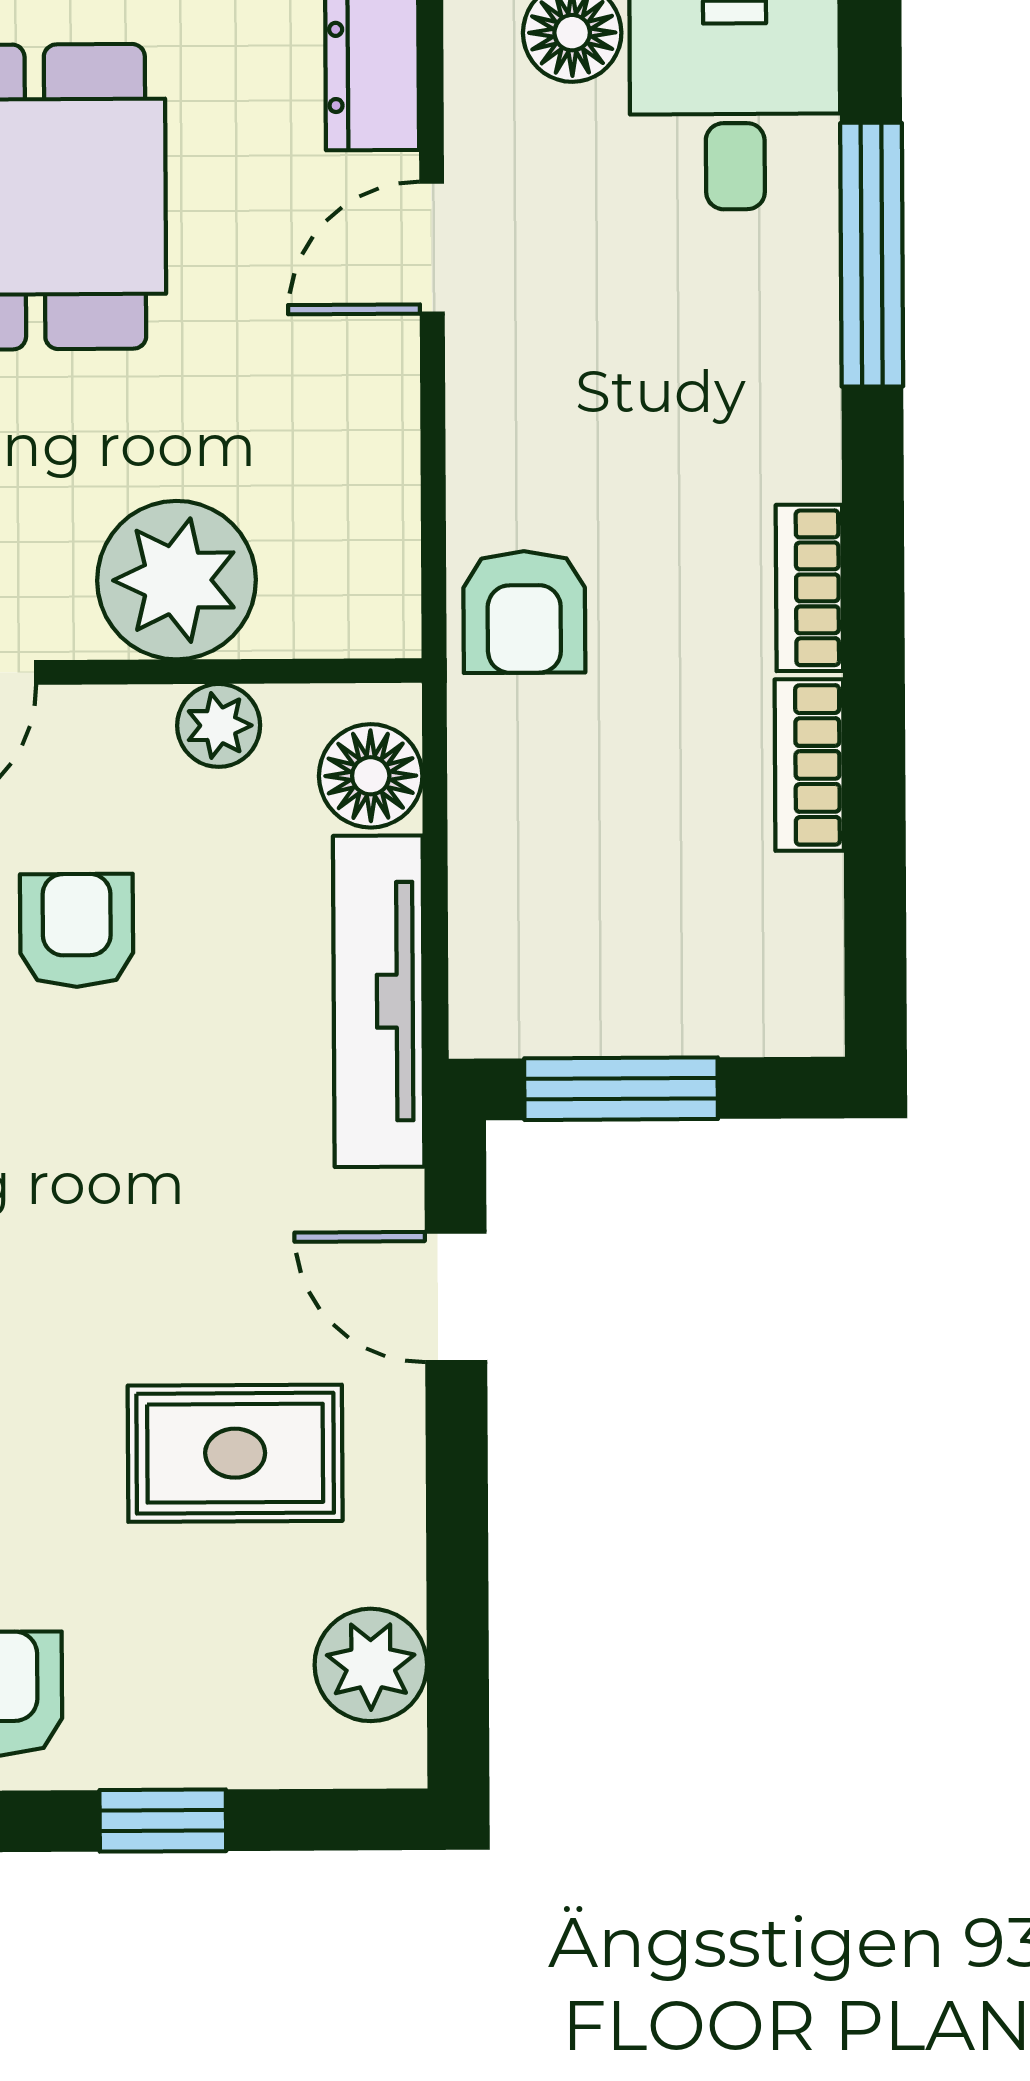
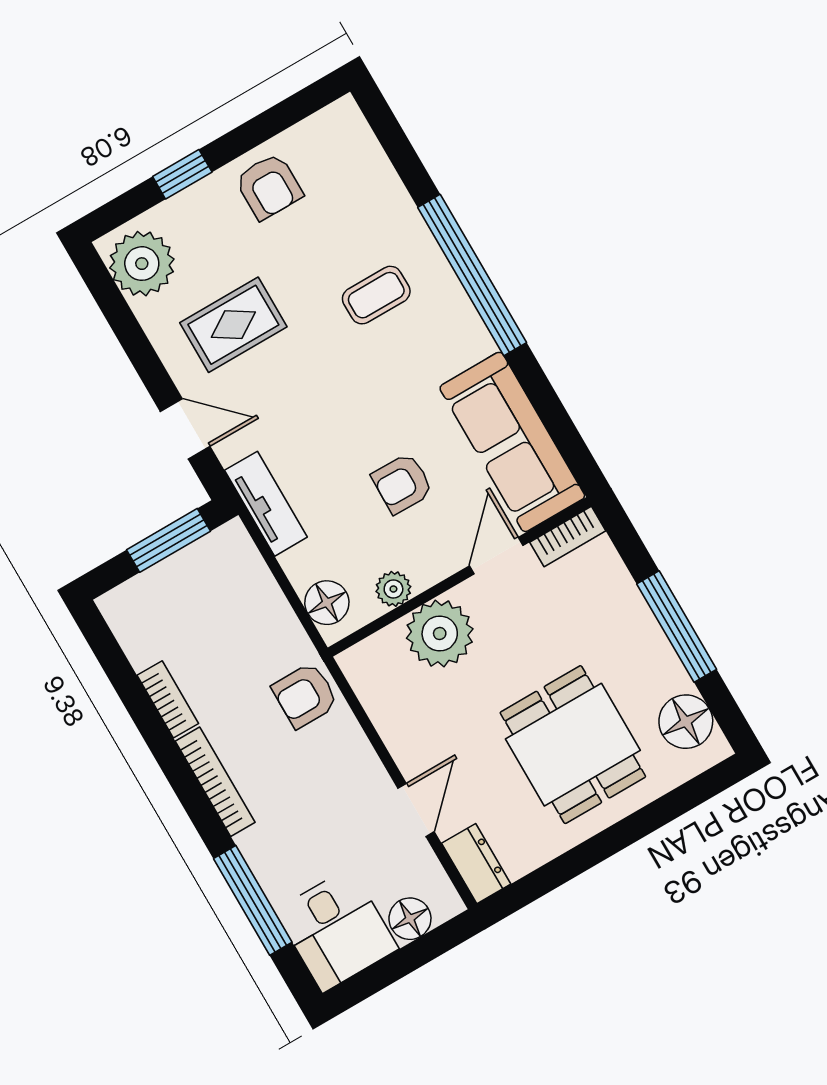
bookcase: (809, 588) -> (215, 782), width x1.56
armchair: (524, 612) -> (305, 695), turned -90
armchair: (77, 930) -> (402, 484), turned 91
tv unit: (379, 1001) -> (266, 504), width x0.71
plant: (371, 1665) -> (142, 264), width x1.36, depth x1.36

